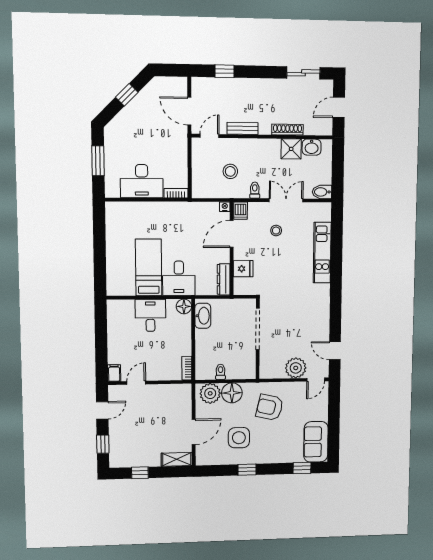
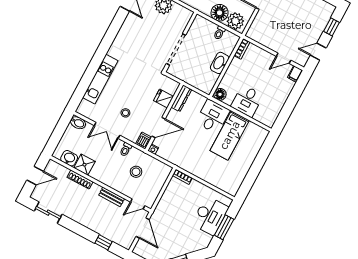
desk: (142, 181) -> (210, 216), moved, turned 90
washbasin: (203, 316) -> (220, 63), moved

